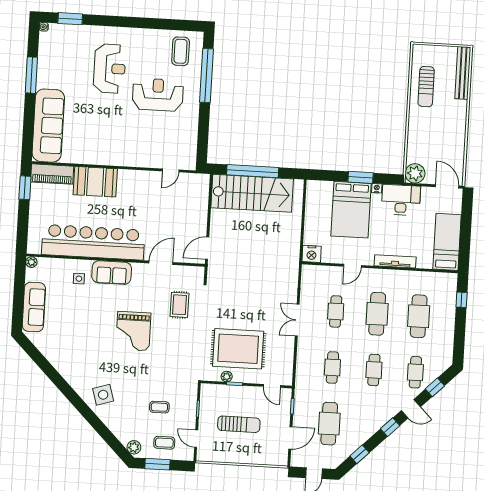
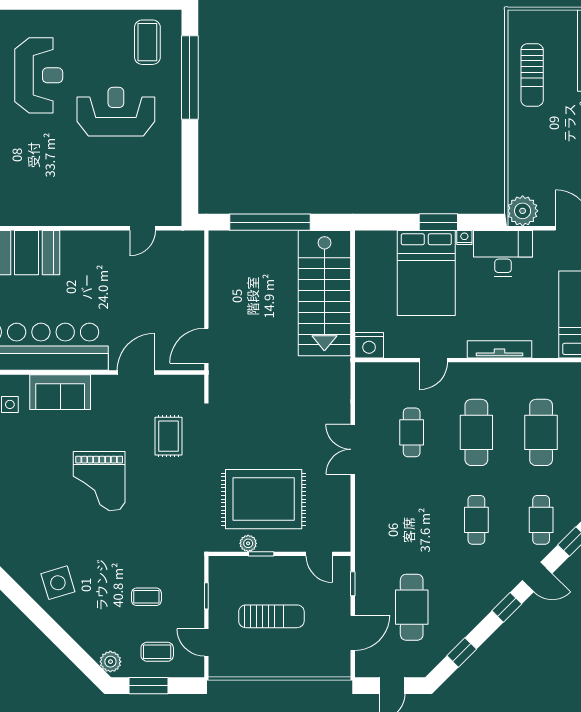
stairs: (252, 193) -> (324, 293), moved, turned 90
cafe table: (332, 367) -> (412, 520), removed

